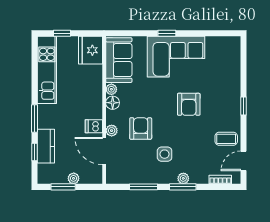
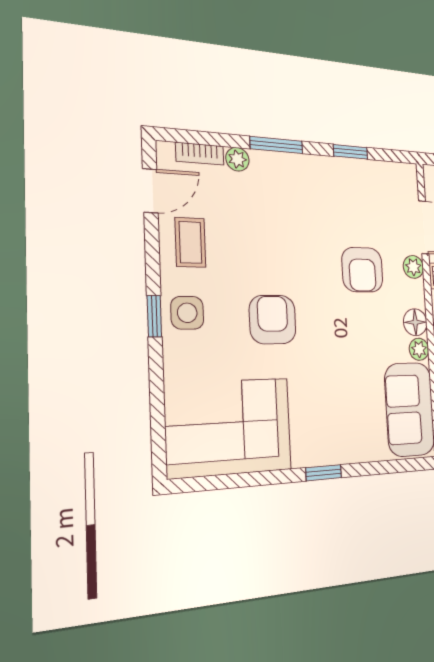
corner sofa: (176, 57) -> (229, 427), moved
coffee table: (226, 139) -> (190, 242), turned 90
side table: (165, 154) -> (187, 313), moved
plant: (183, 178) -> (237, 159), moved
window: (144, 187) -> (351, 152), width x0.67

